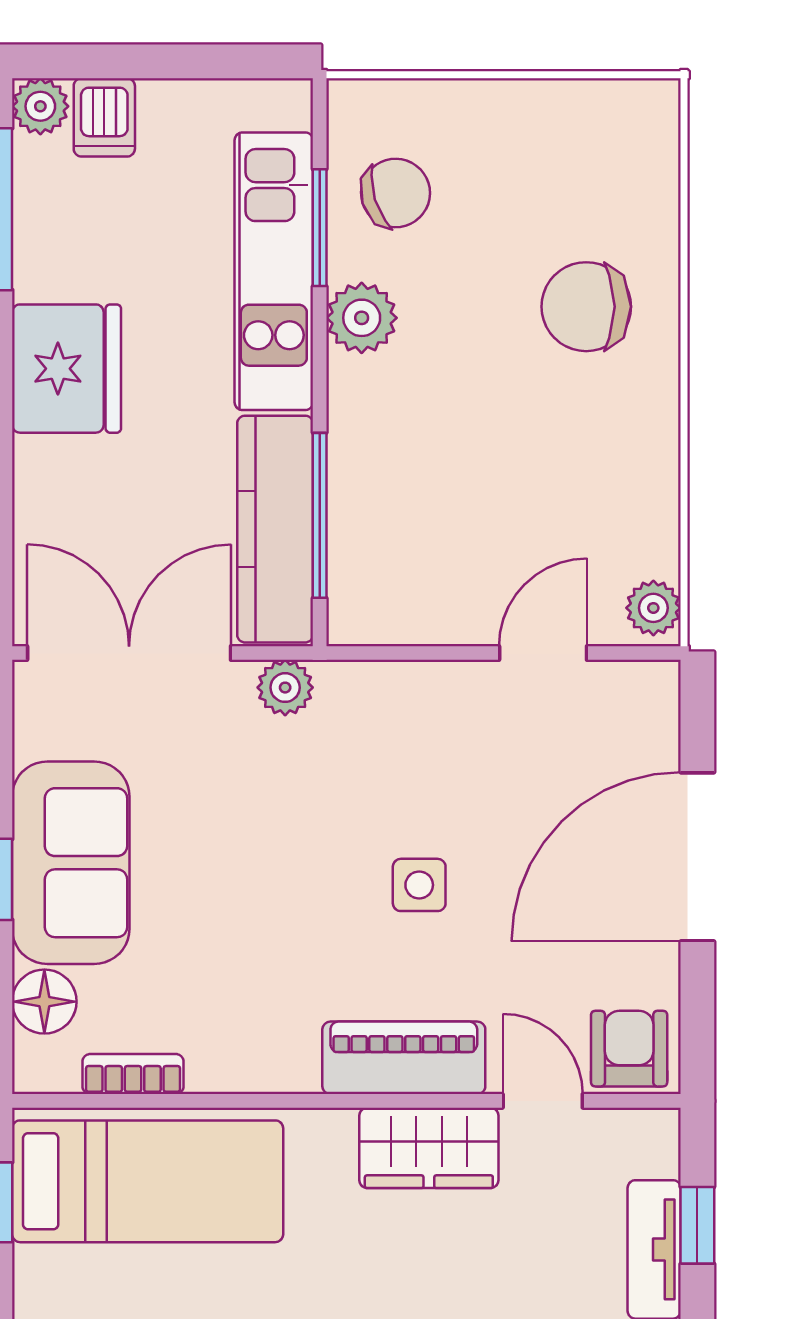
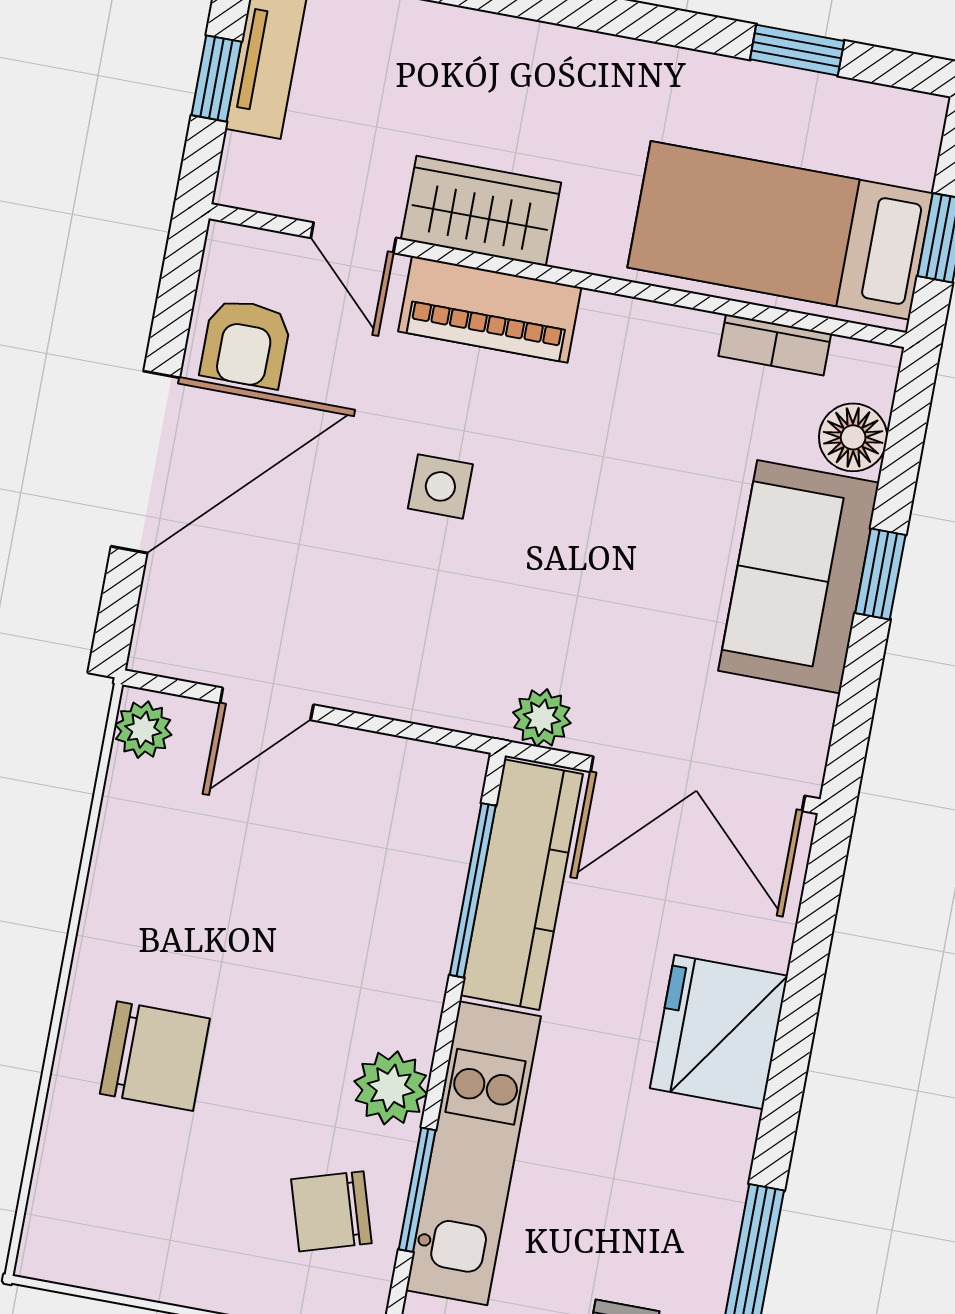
fridge: (67, 369) -> (719, 1032), moved
armchair: (629, 1049) -> (246, 343), moved

